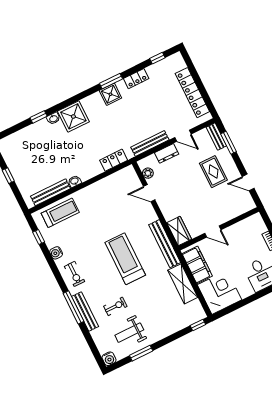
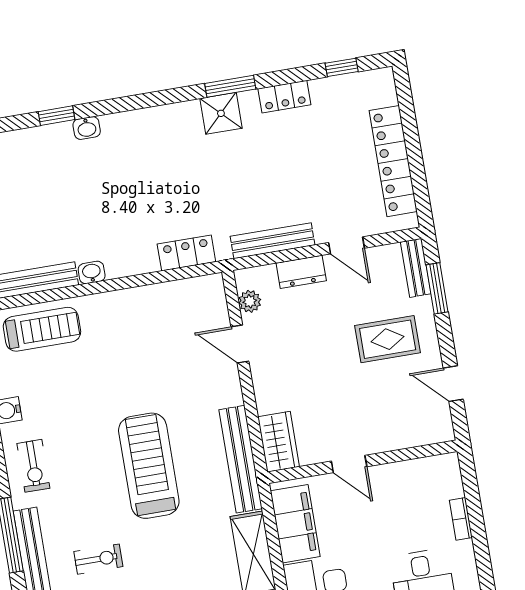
shower: (73, 116) -> (130, 136), removed
rug: (213, 172) -> (388, 339), turned 90

